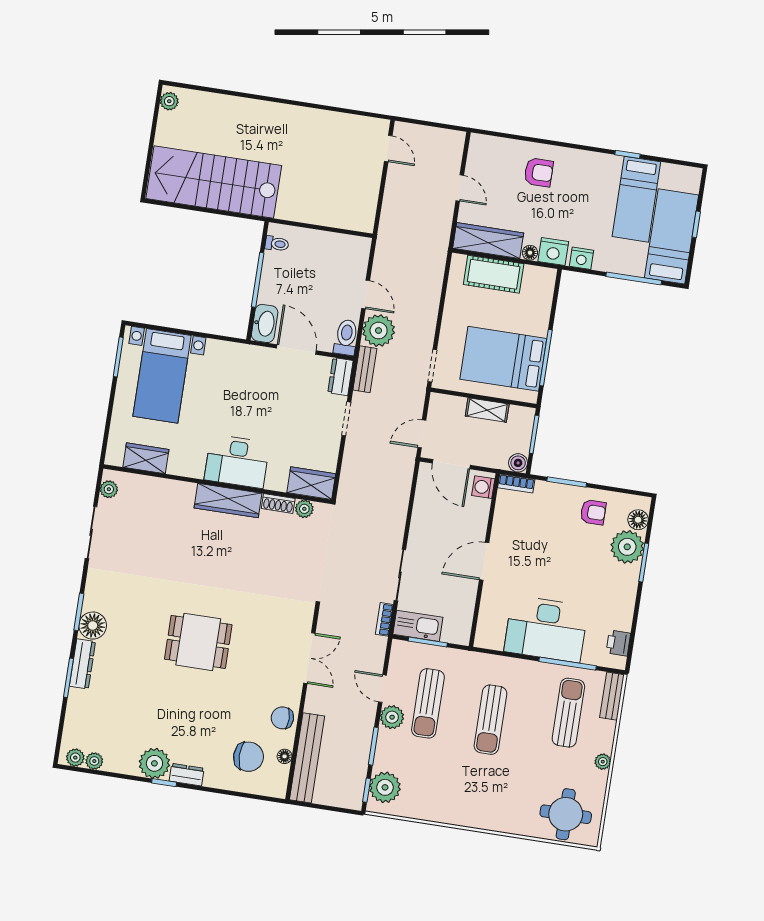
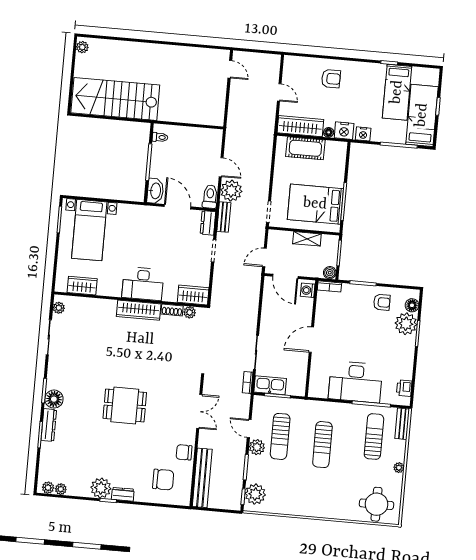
floor lamp: (285, 756) -> (187, 478), removed

